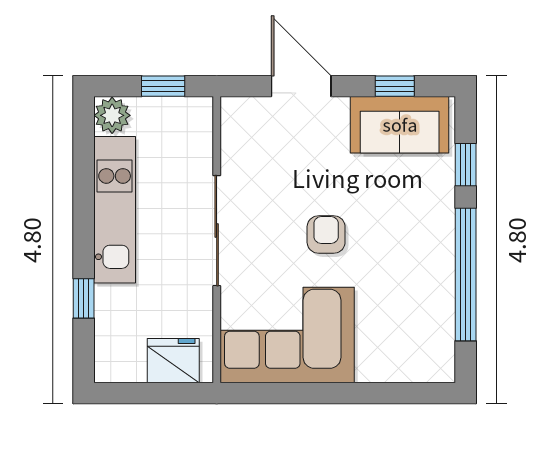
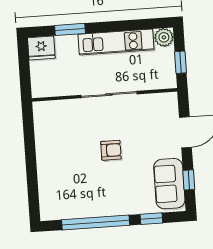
window: (84, 298) -> (70, 29), width x1.50
corner sofa: (287, 335) -> (59, 134), removed
fridge: (173, 361) -> (41, 48), moved, turned 90

